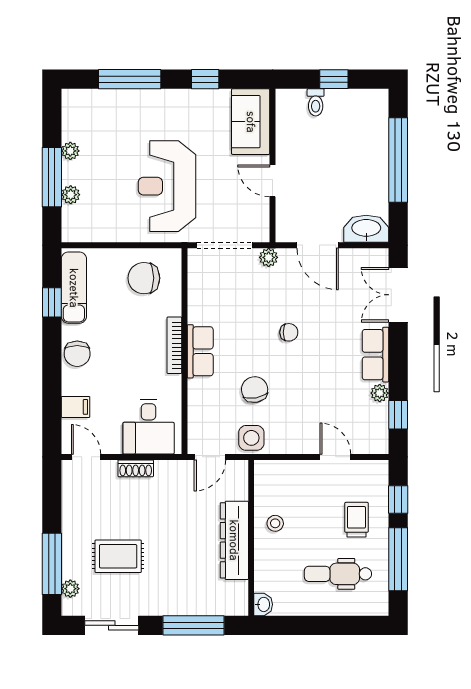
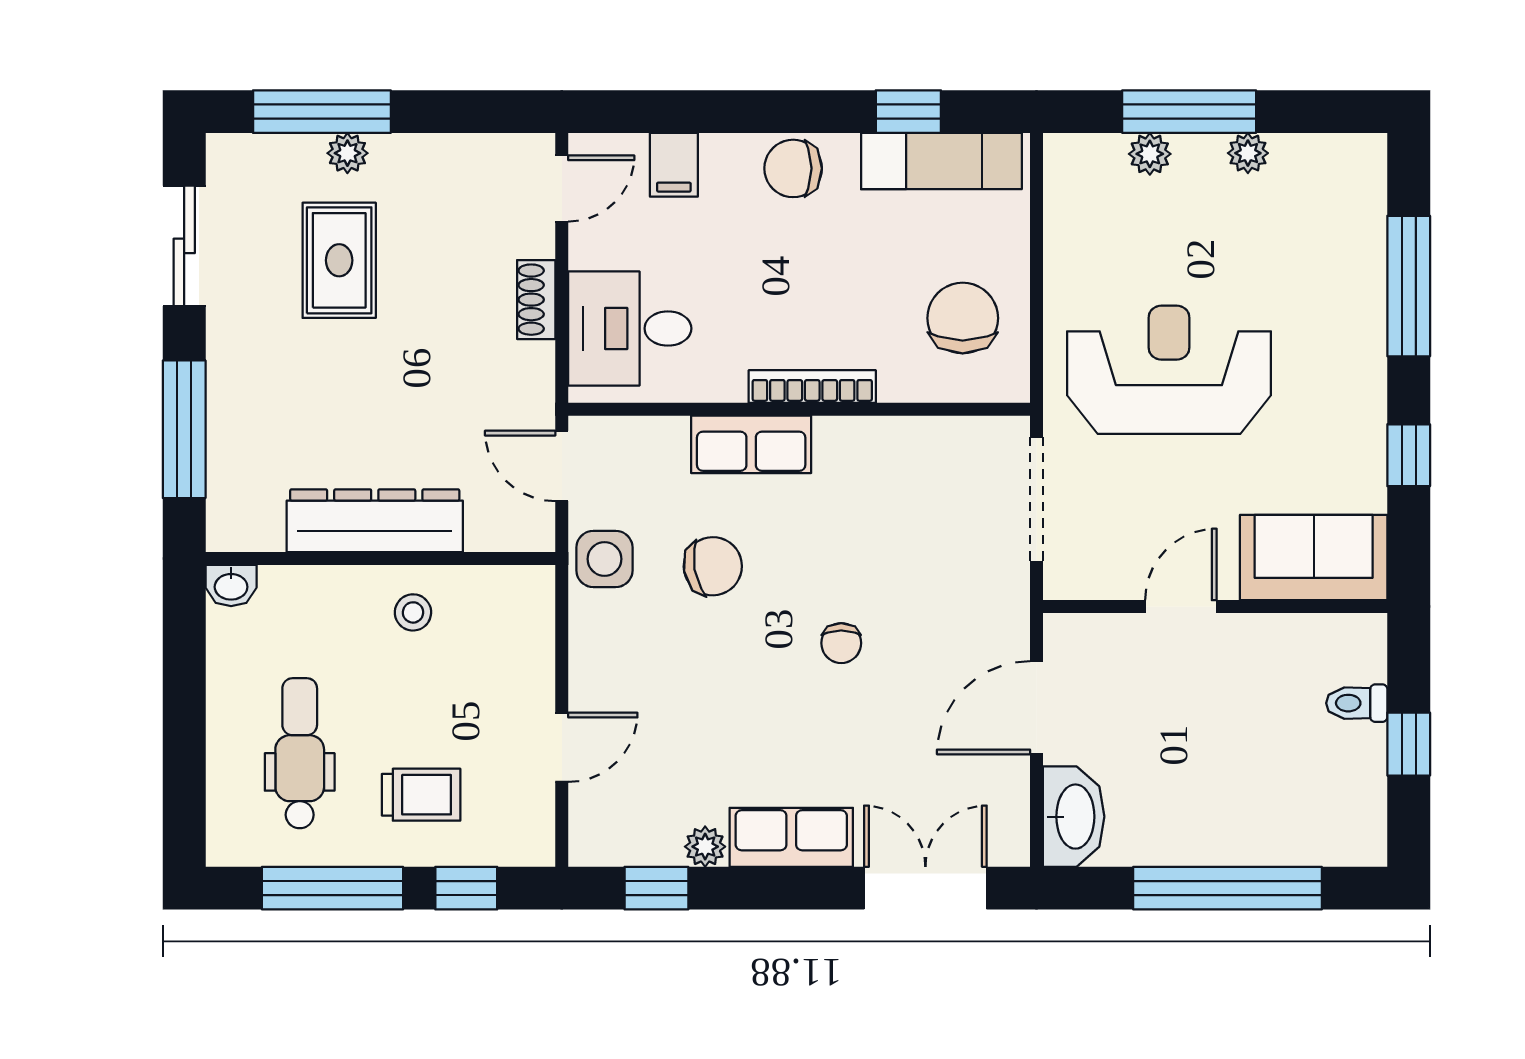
plant: (269, 257) -> (1009, 598), removed
row of seats: (200, 351) -> (751, 444), moved
plant: (70, 589) -> (347, 153), moved

